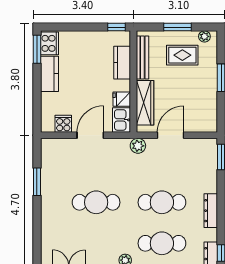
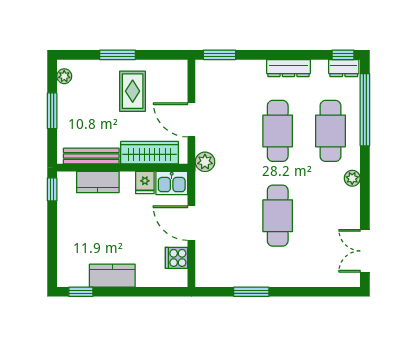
cooker: (50, 43) -> (73, 276), removed
window: (37, 49) -> (81, 292), width x0.67
rug: (182, 55) -> (133, 91), moved

